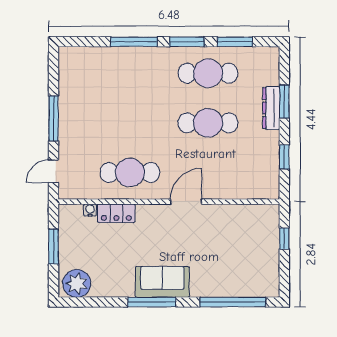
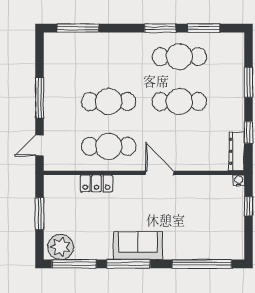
window: (134, 42) -> (78, 28), moved
dresser: (271, 108) -> (237, 151), moved
cafe table: (130, 123) -> (109, 102), added
door: (186, 202) -> (160, 173), hinge flipped
water cooler: (90, 210) -> (239, 180), moved
window: (92, 302) -> (74, 264), added

